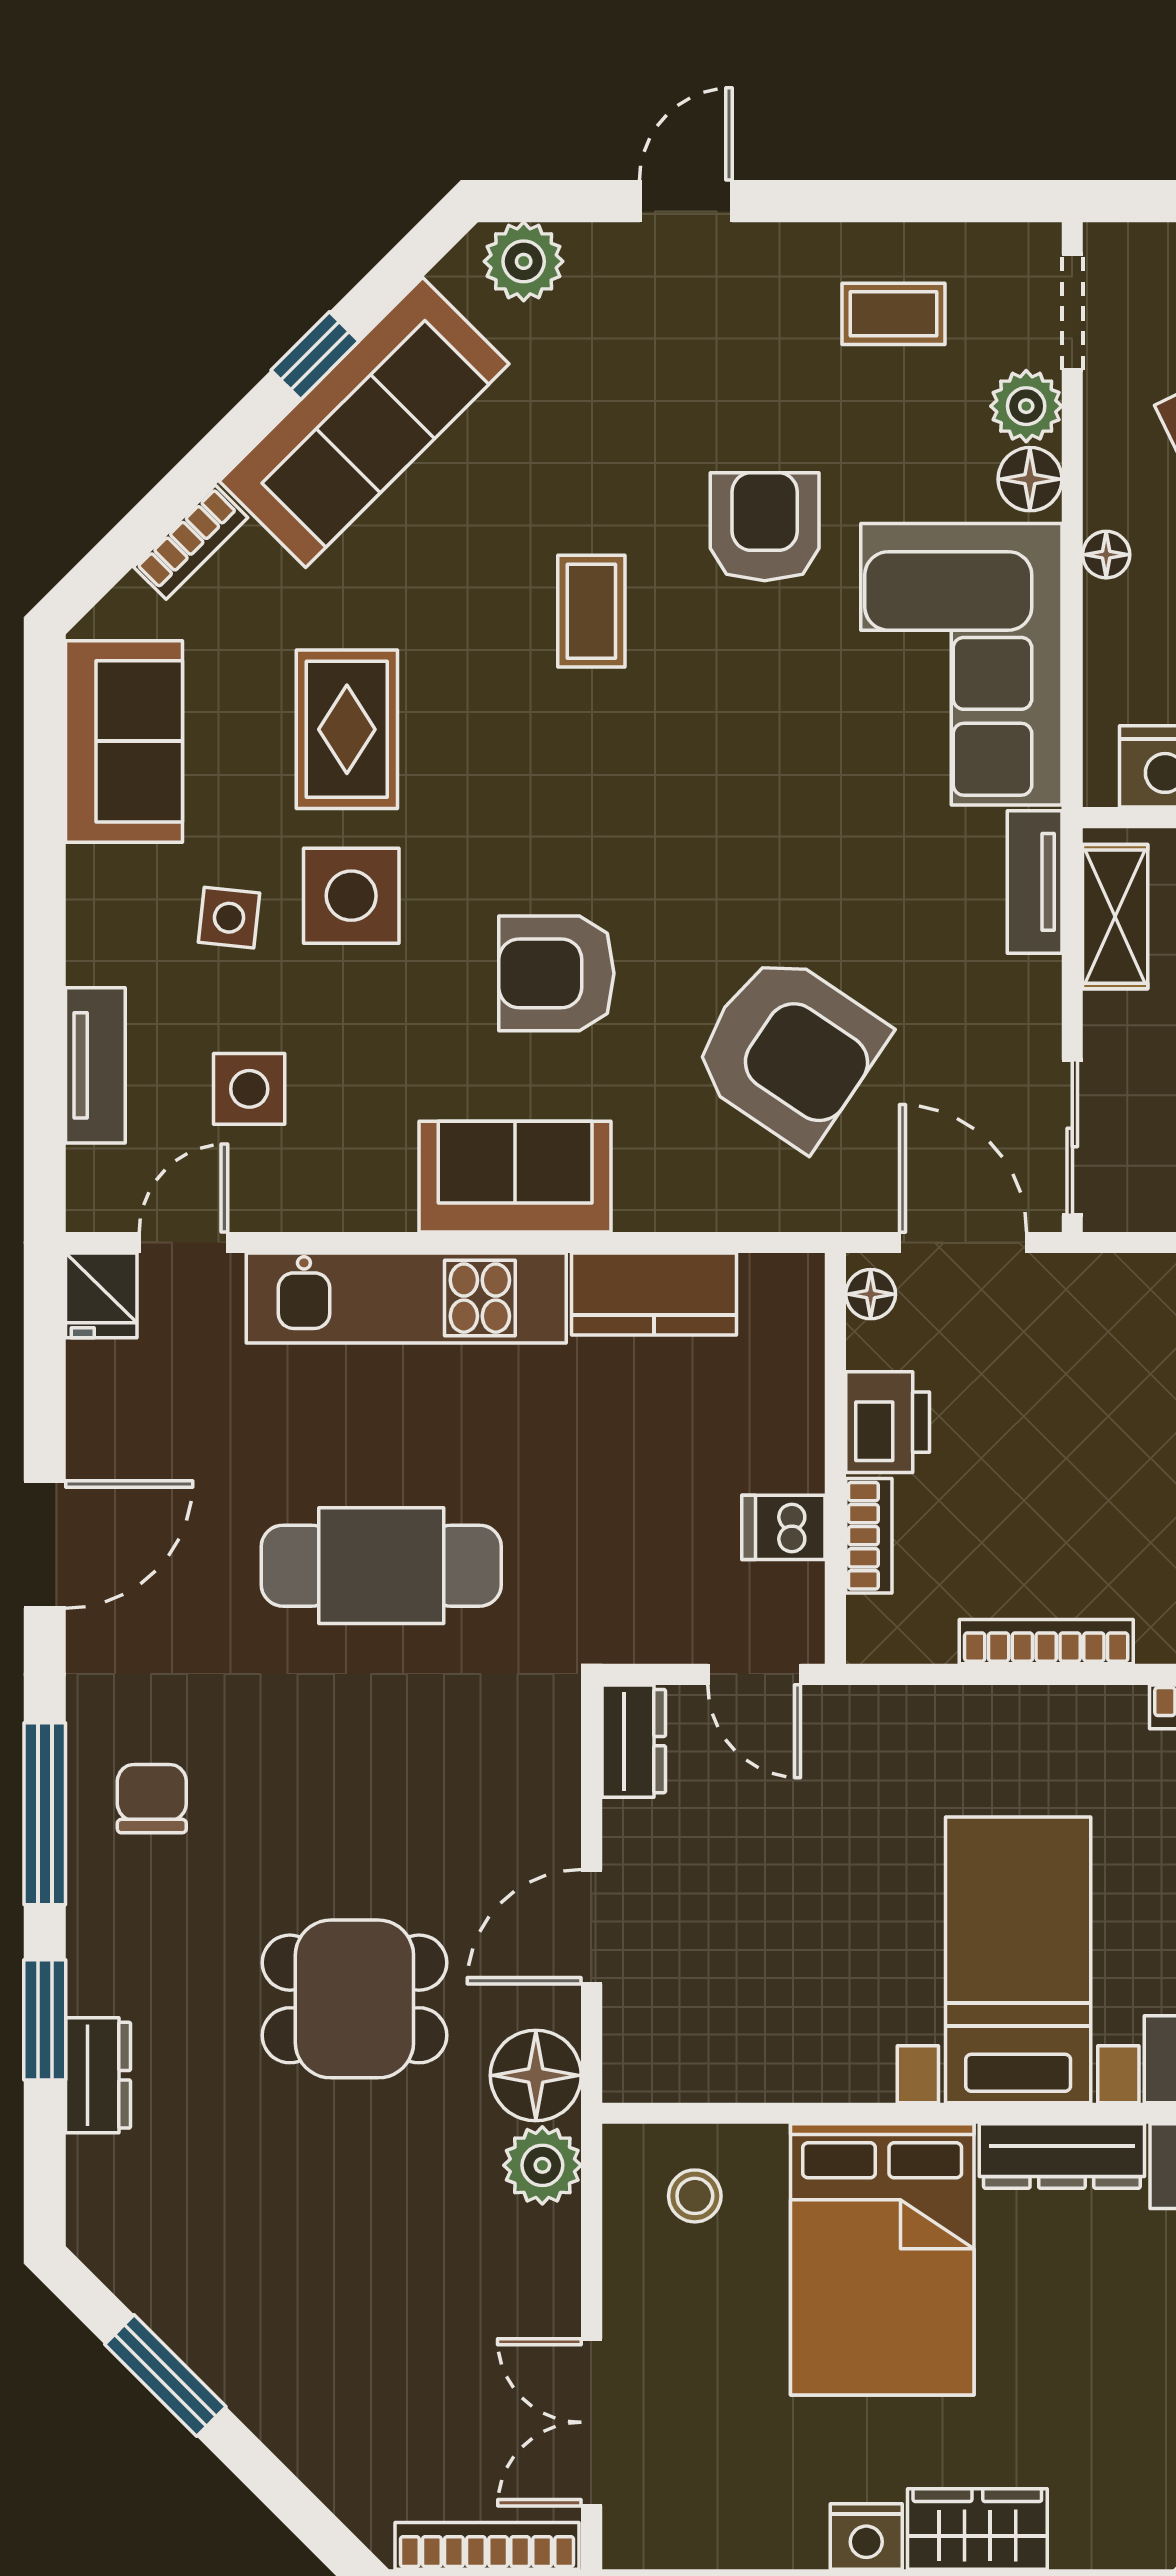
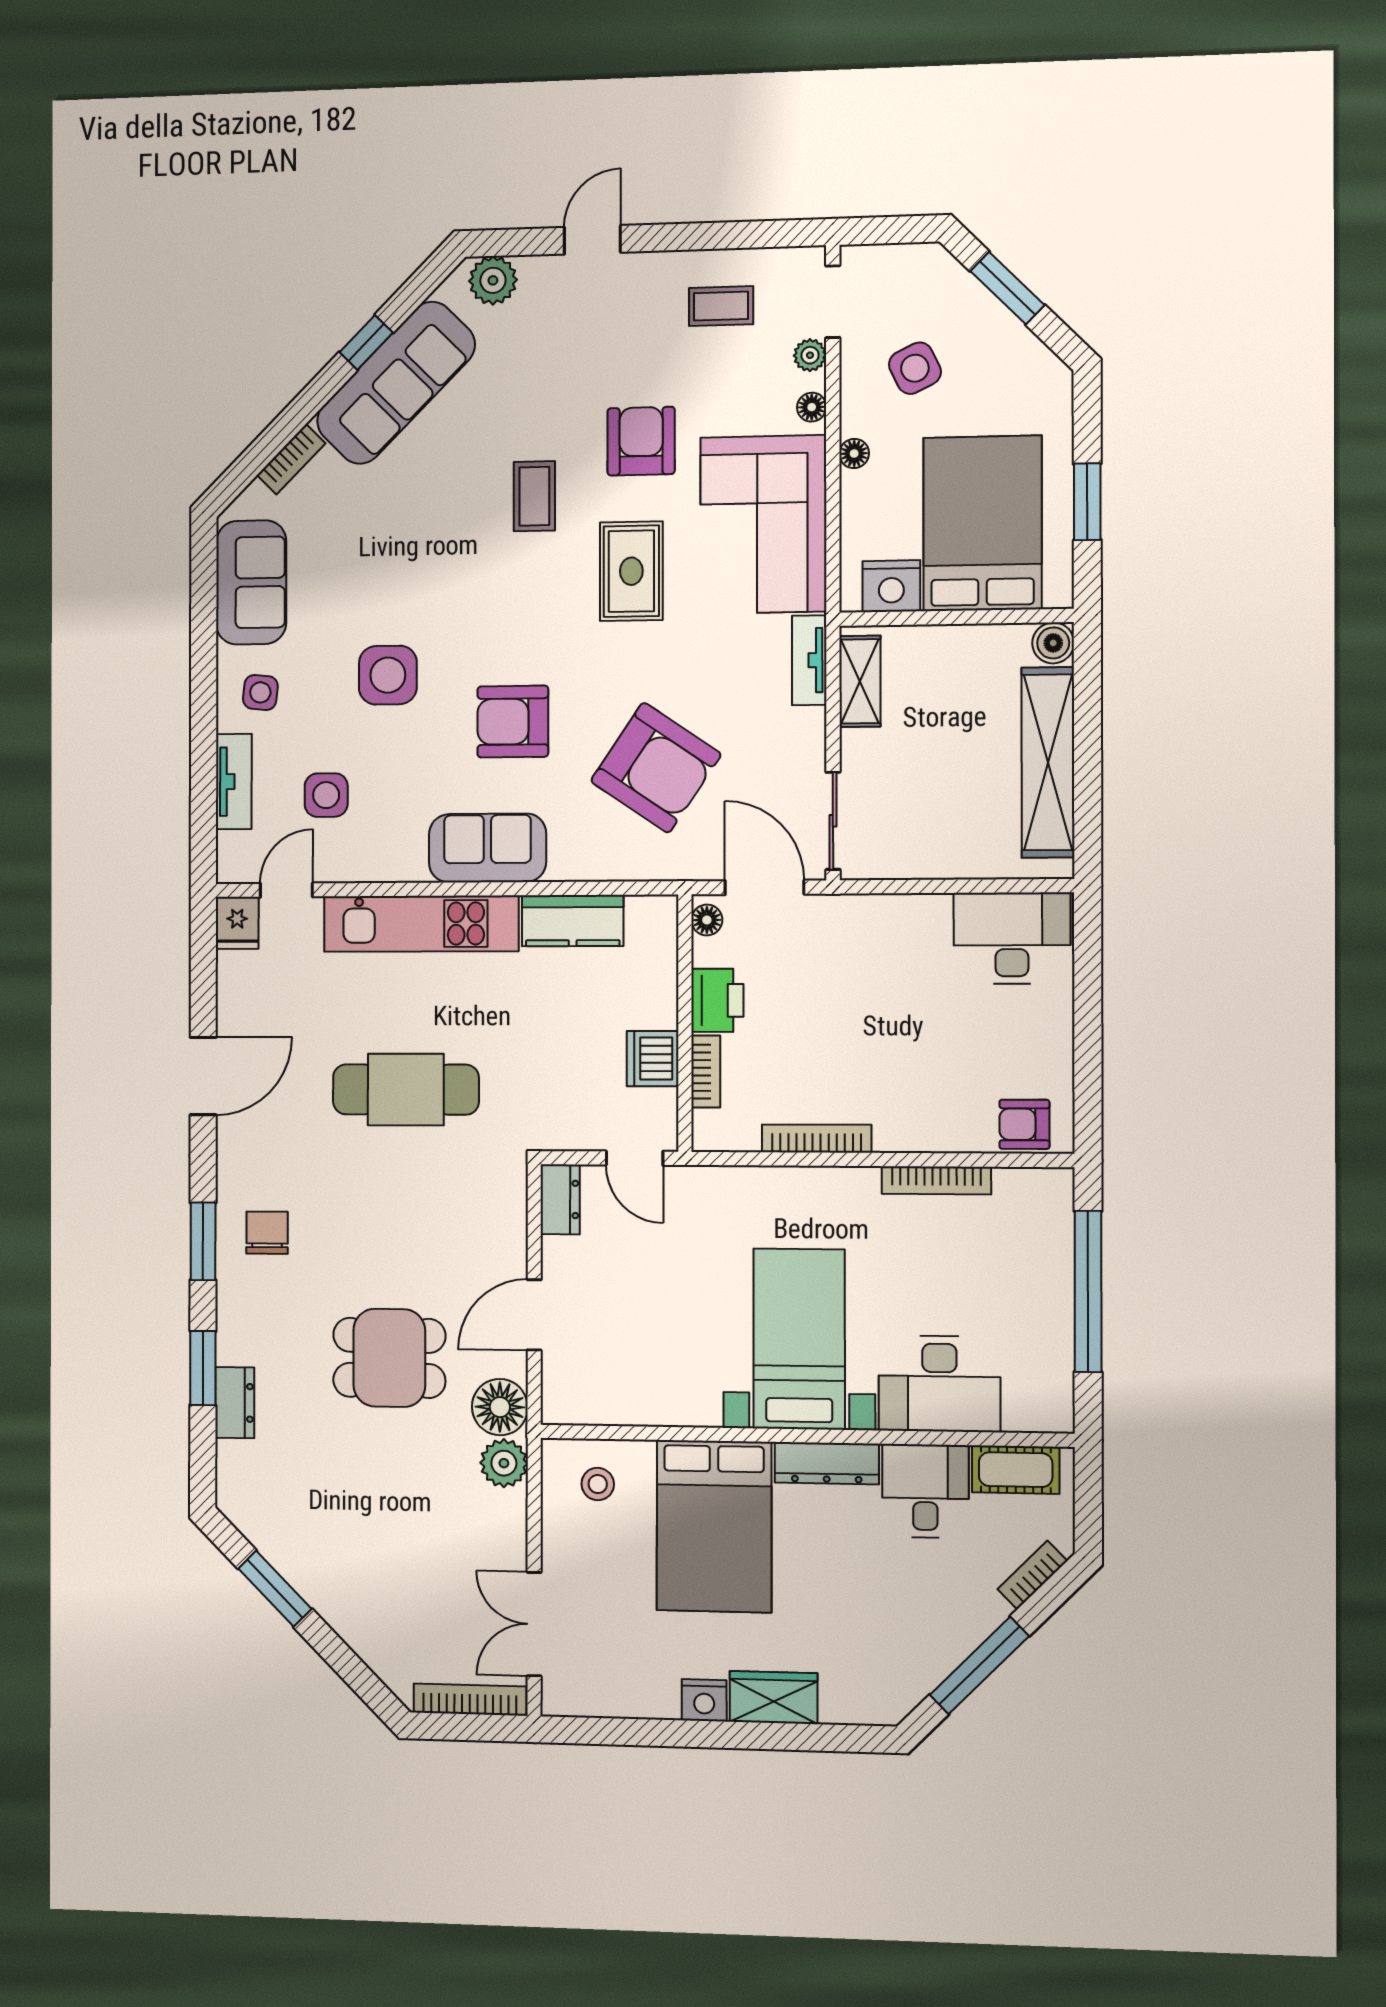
plant: (1026, 406) -> (810, 355), width x0.73, depth x0.73
floor lamp: (1030, 479) -> (812, 407), width x0.73, depth x0.73
rug: (347, 729) -> (631, 571), moved
side table: (229, 918) -> (260, 692), moved
dishwasher: (783, 1527) -> (653, 1059), width x1.38
window: (45, 1814) -> (203, 1241), width x0.69

